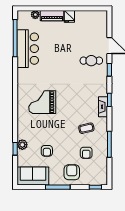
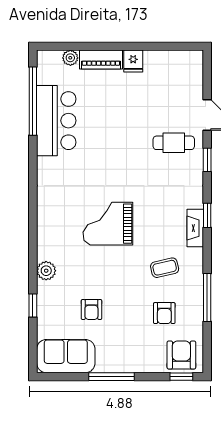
grand piano: (42, 102) -> (108, 224), moved
plant: (22, 145) -> (46, 271), moved
armchair: (72, 172) -> (181, 355), moved

